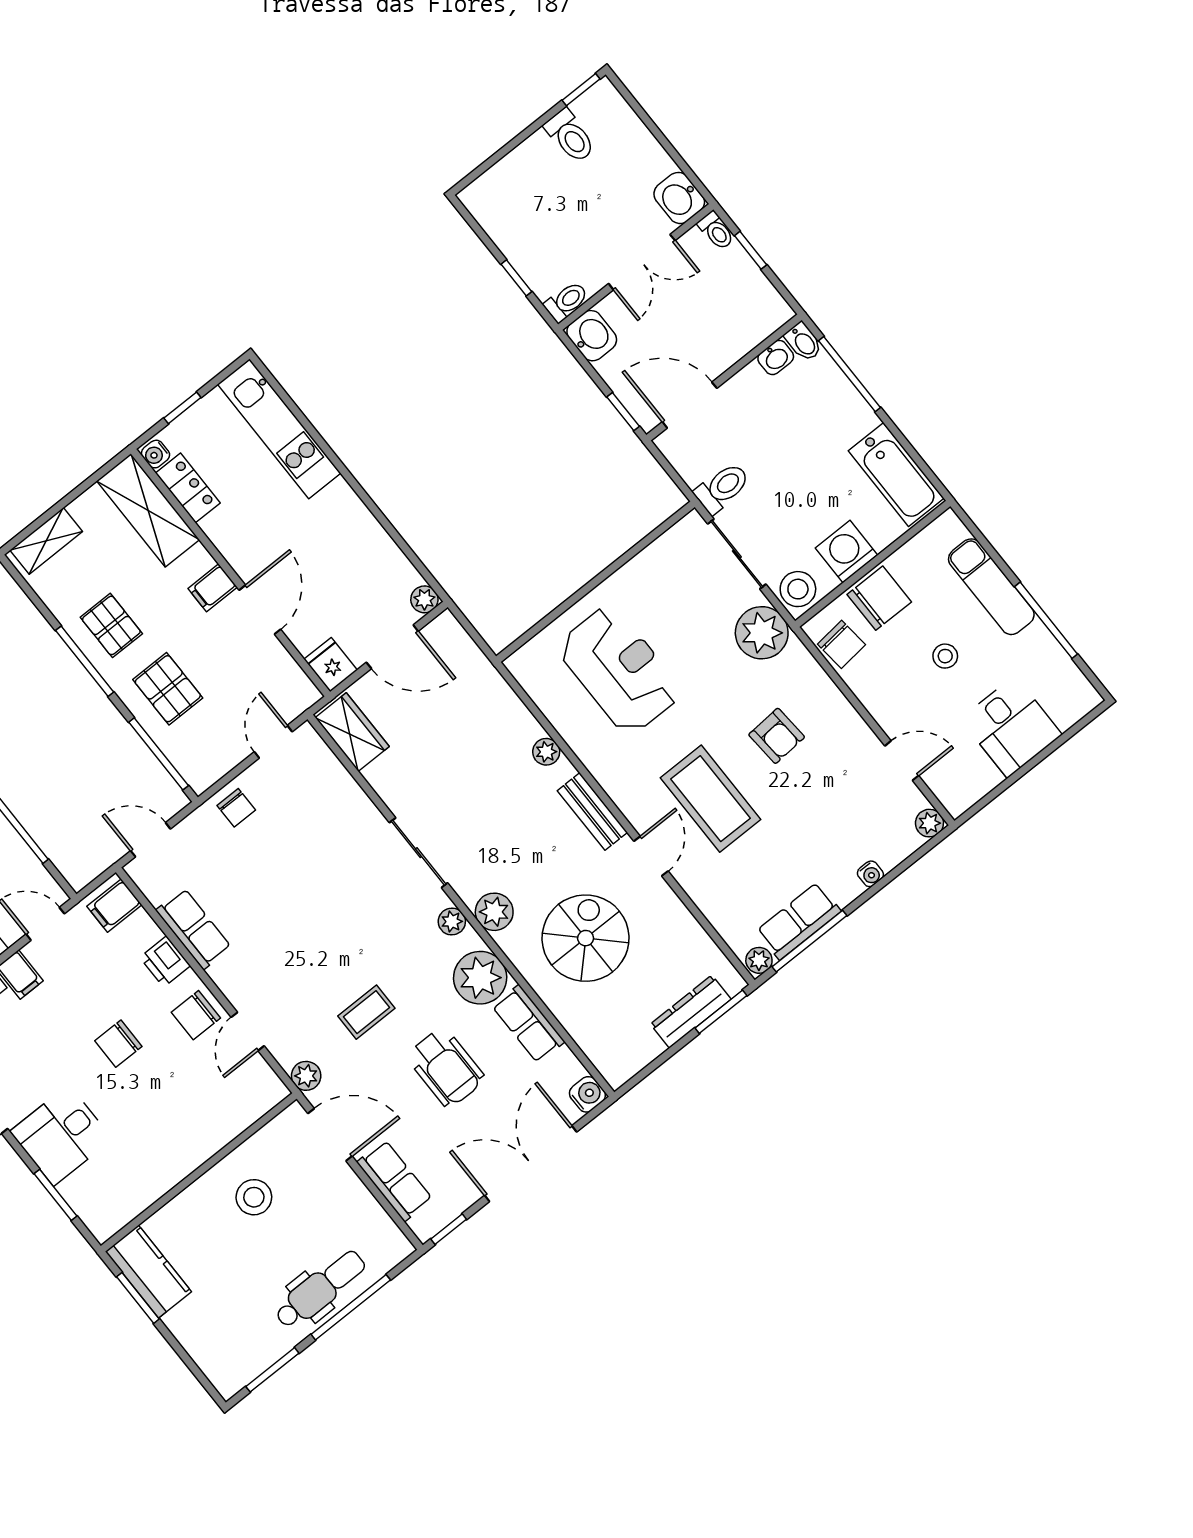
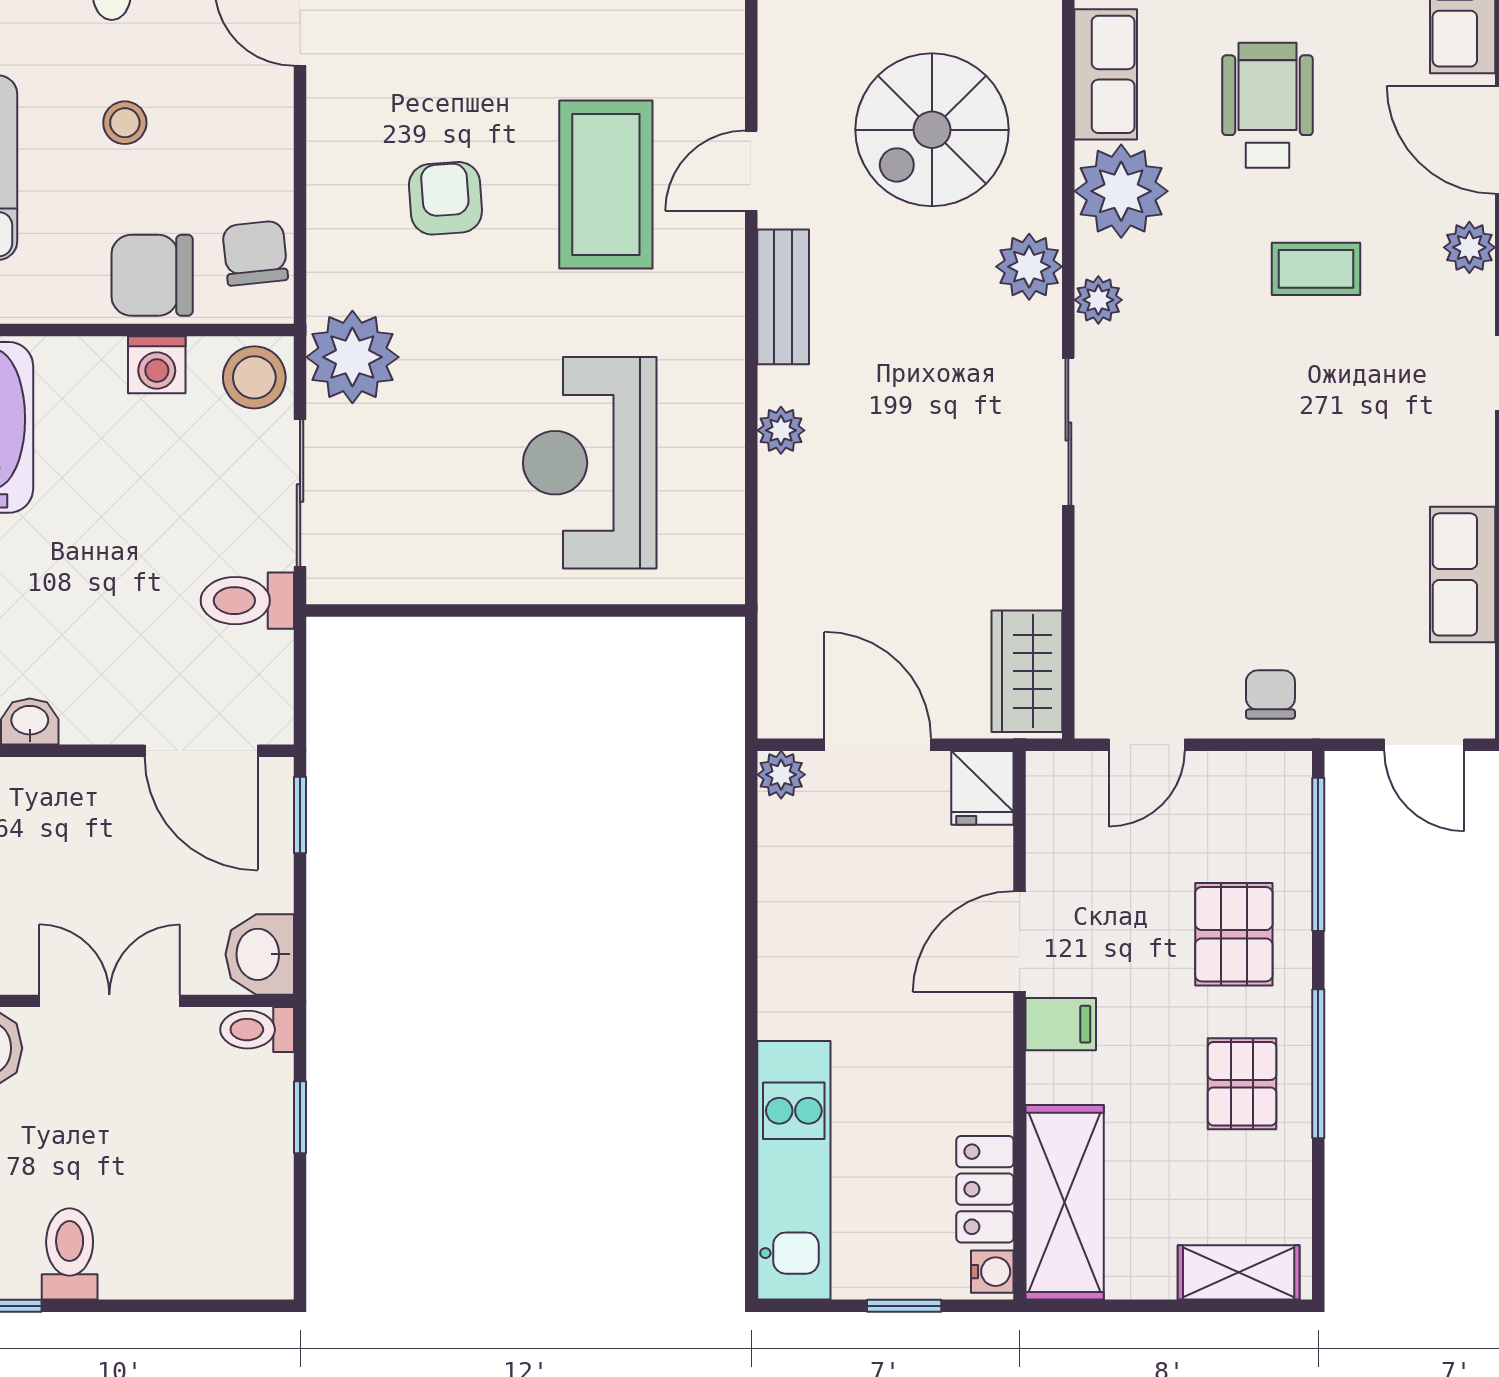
washing machine: (846, 552) -> (157, 365), width x0.73, depth x0.73

